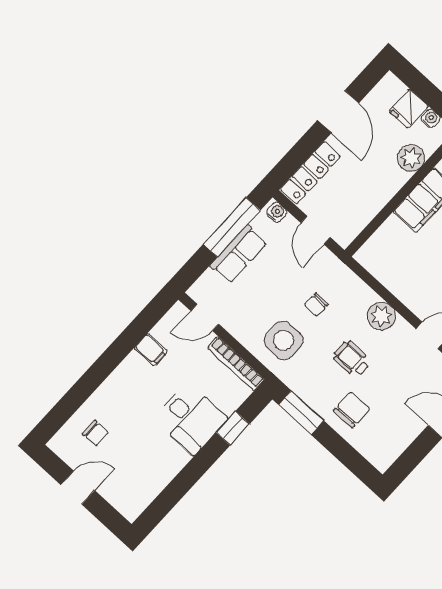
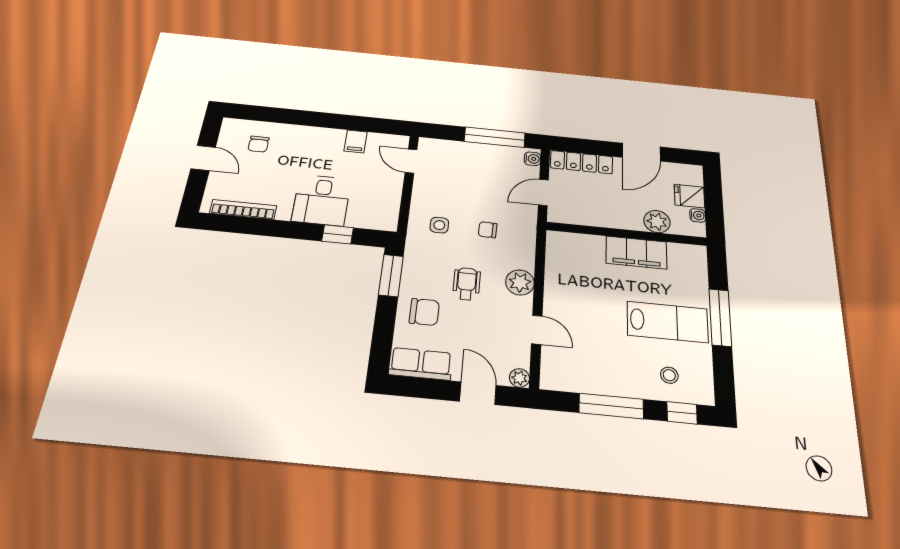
row of seats: (239, 254) -> (421, 364), moved, turned 180
side table: (283, 340) -> (439, 225), width x0.54, depth x0.54
bookcase: (236, 364) -> (243, 209), moved, turned 90

